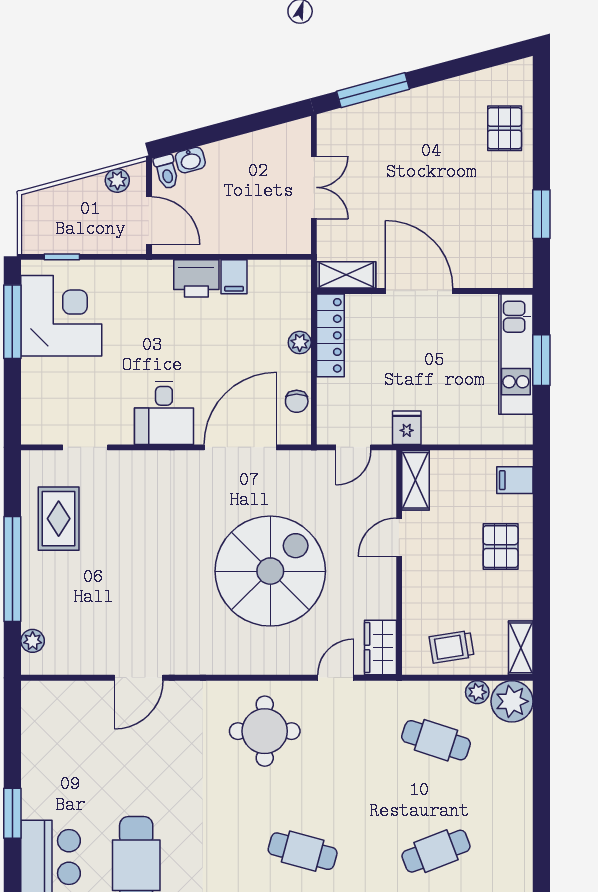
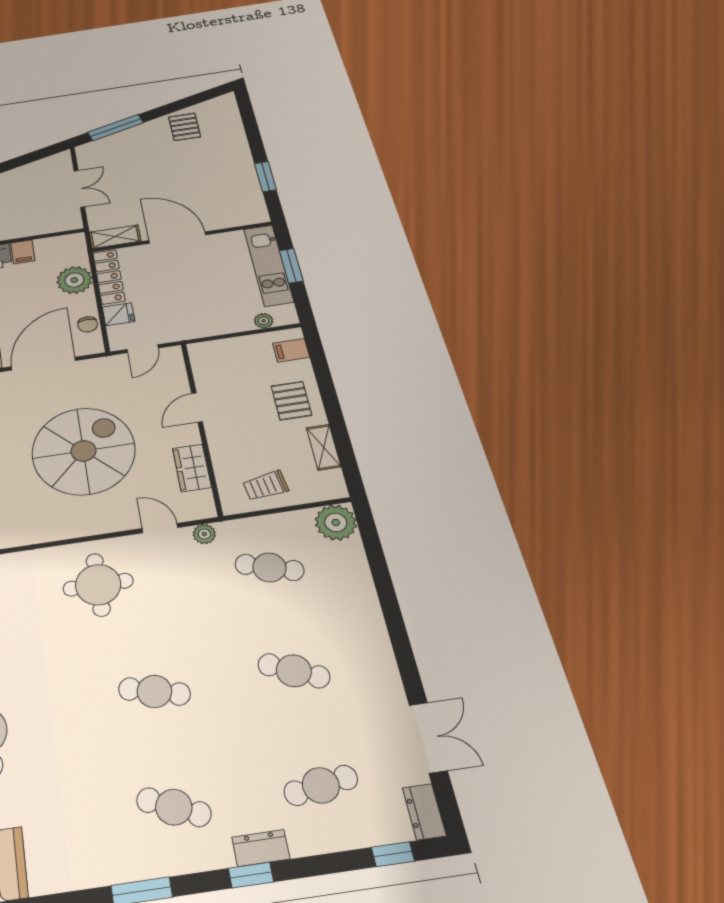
pallet: (505, 128) -> (185, 127), moved
plant: (300, 343) -> (74, 280), width x1.87, depth x1.87
fridge: (407, 428) -> (118, 314), moved, turned 90
plant: (494, 434) -> (264, 321), added
shelving: (415, 480) -> (203, 364), removed
wardrobe: (380, 648) -> (192, 468), moved
shelving: (521, 648) -> (324, 447), moved
door: (336, 678) -> (160, 528), hinge flipped
plant: (477, 692) -> (204, 534), moved
cafe table: (436, 851) -> (294, 671), turned 45

